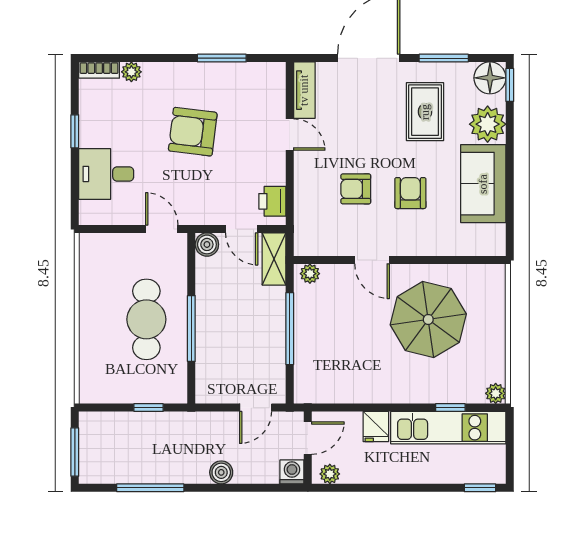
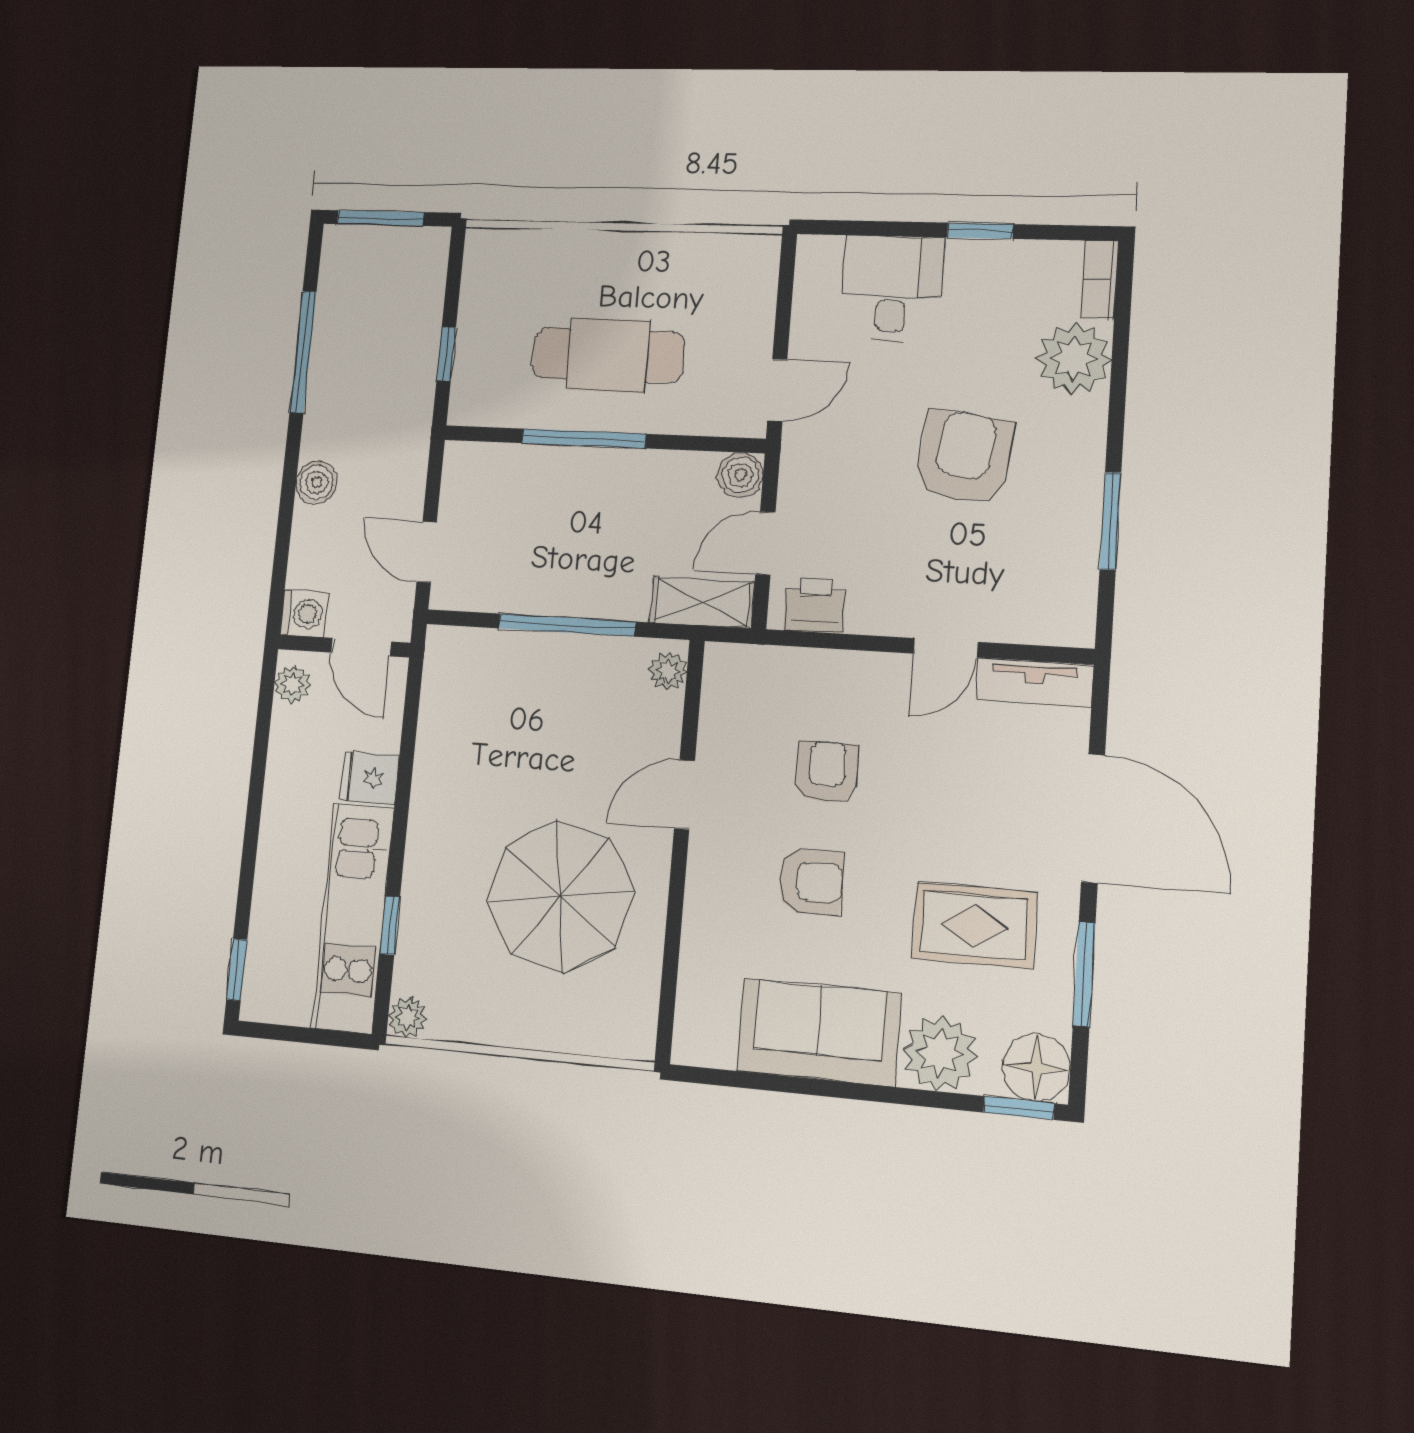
plant: (131, 72) -> (1074, 359), width x1.88, depth x1.88

